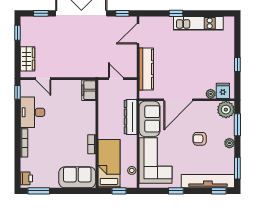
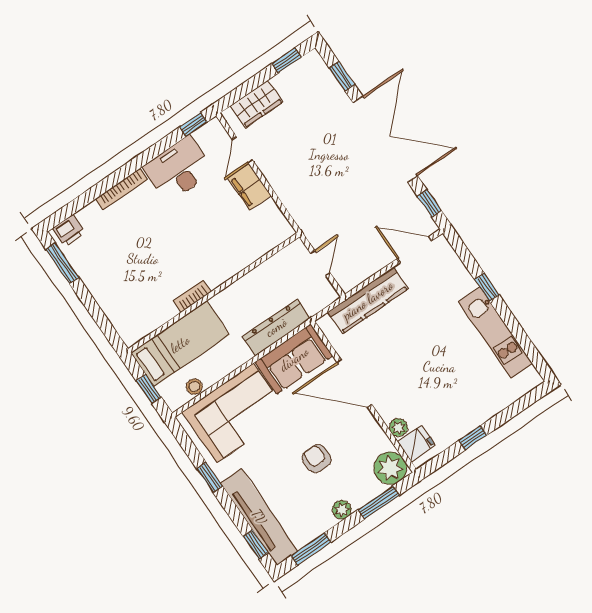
filing cabinet: (89, 90) -> (249, 187), moved, turned -90
sofa: (77, 177) -> (125, 309), removed

